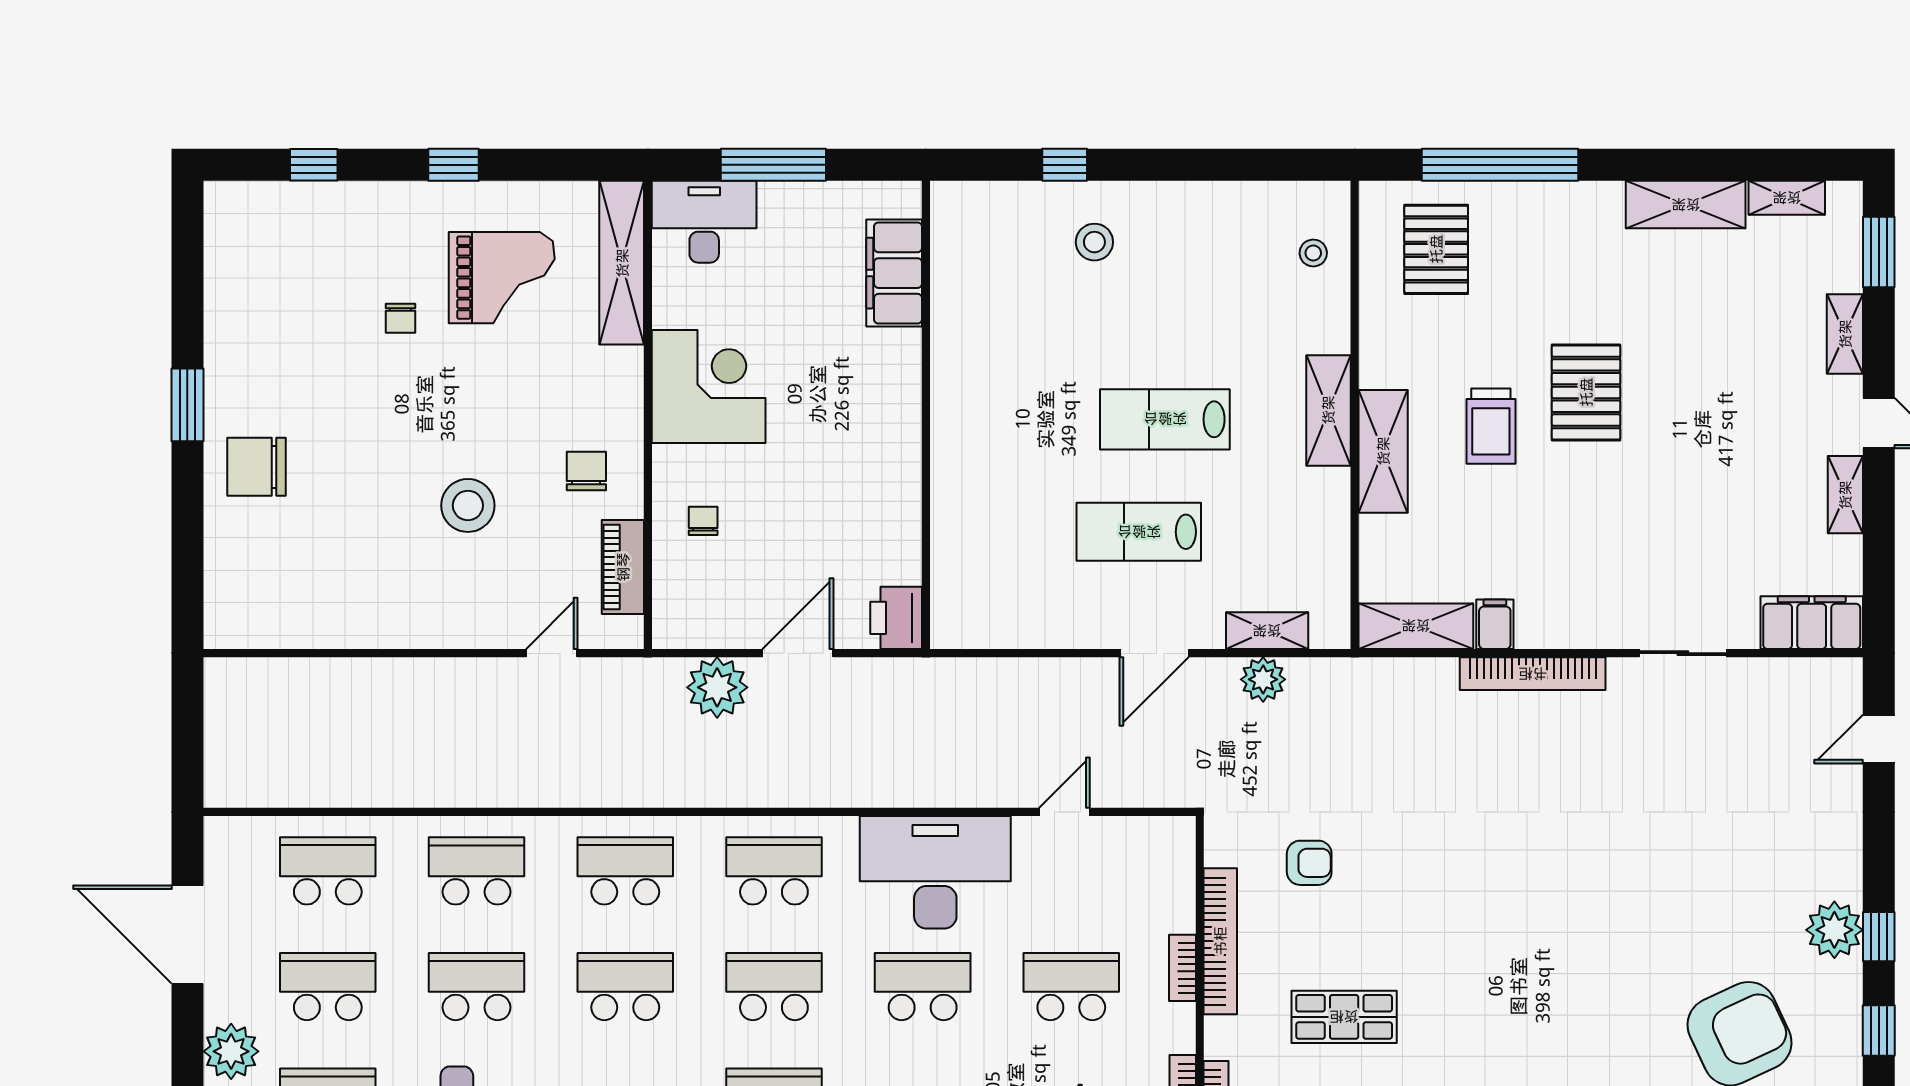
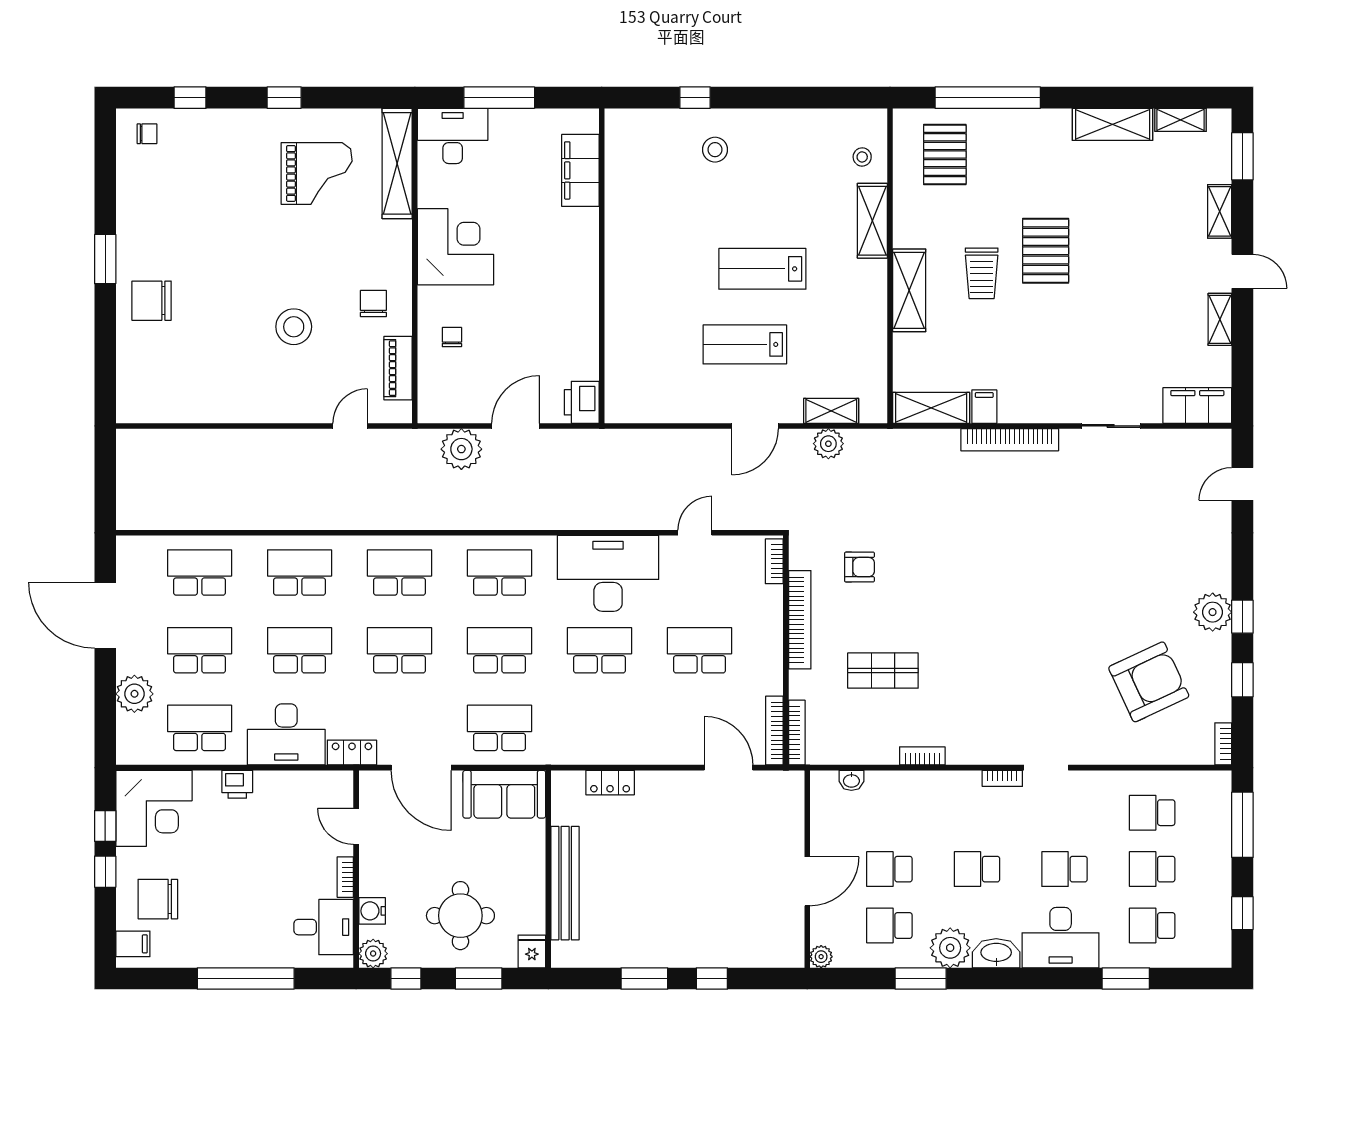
chair: (400, 318) -> (147, 134), moved, turned -90
shelving: (1328, 410) -> (872, 221), moved
bookcase: (1183, 968) -> (774, 561), moved

